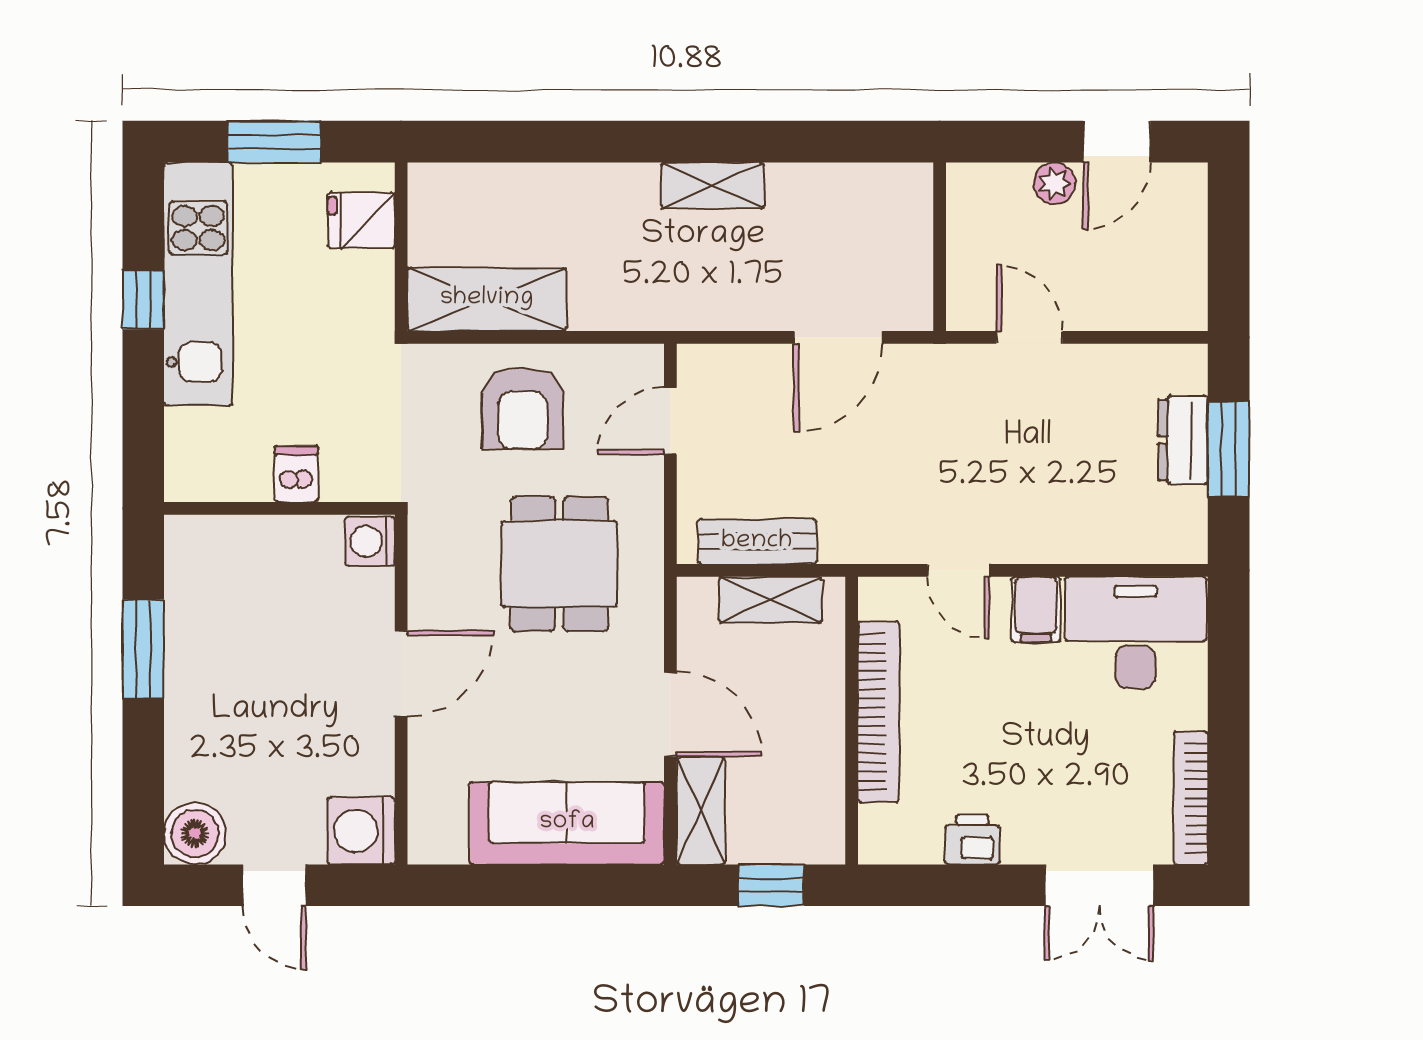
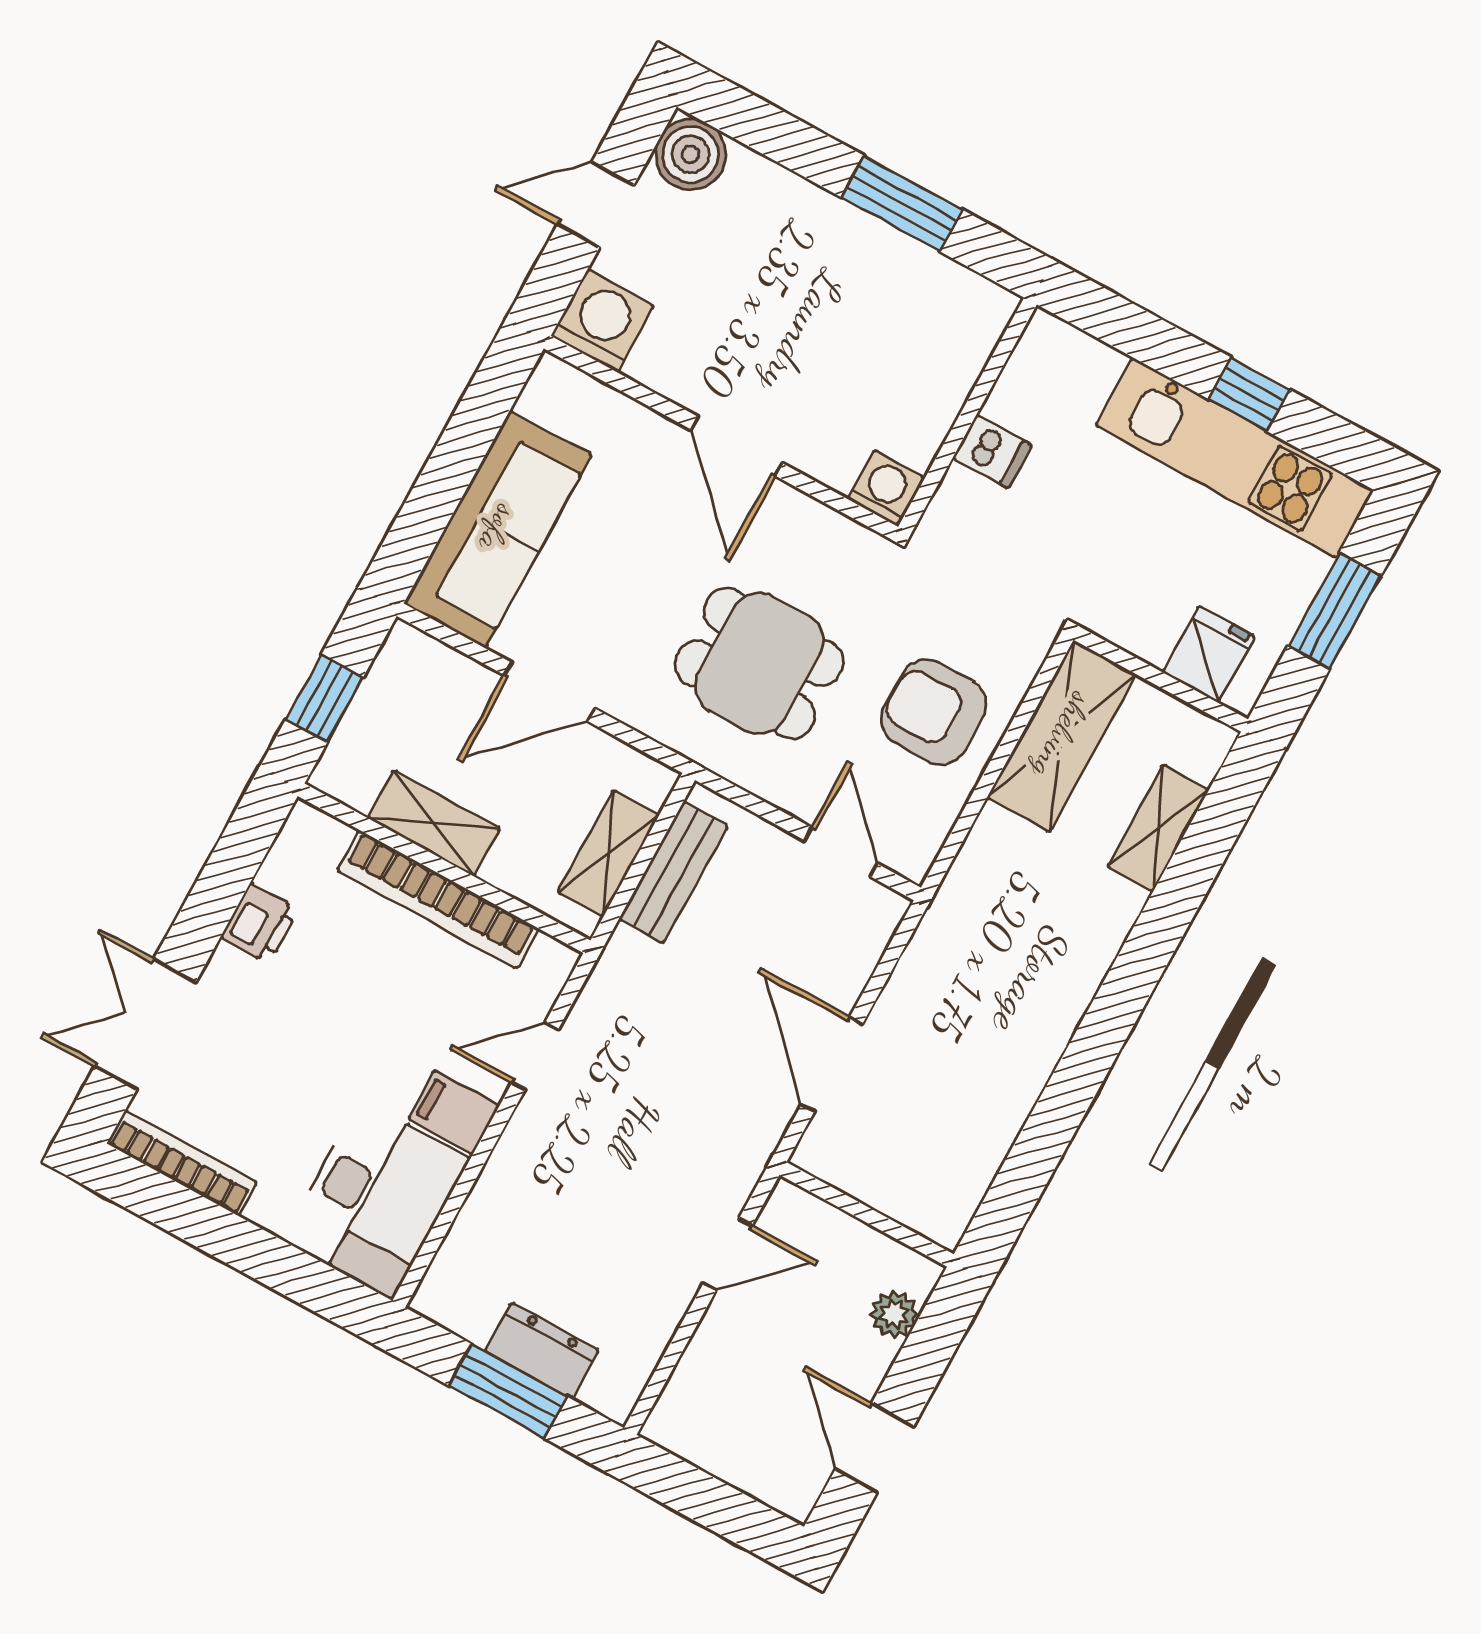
plant: (1055, 183) -> (894, 1314), moved
shelving: (713, 185) -> (1158, 828), moved
shelving: (701, 811) -> (434, 823), moved

